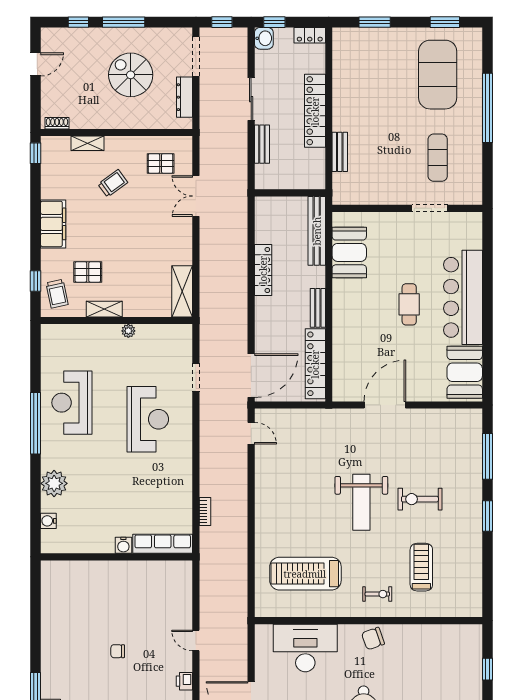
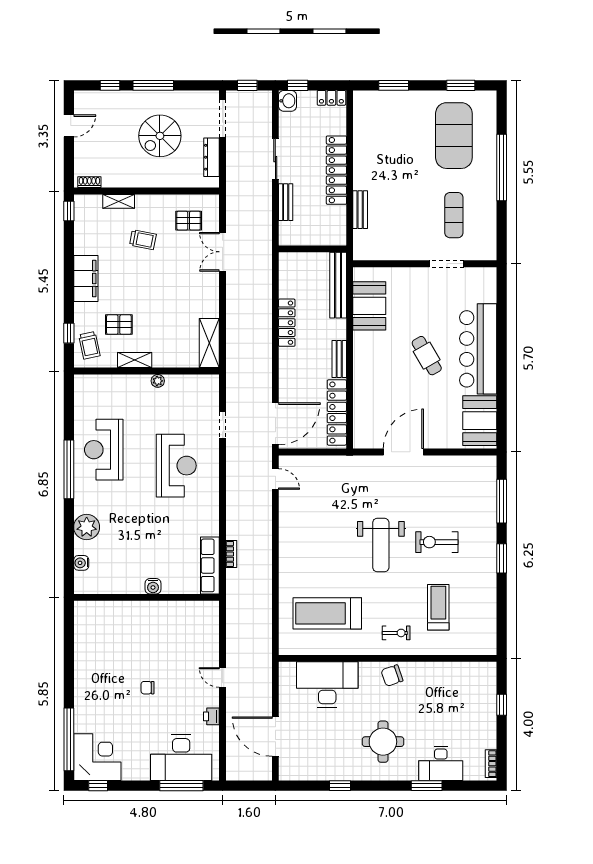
spiral stairs: (131, 75) -> (160, 136), turned -90
trolley: (113, 183) -> (143, 240), turned 47
cafe table: (409, 304) -> (427, 356), turned -30
row of seats: (163, 544) -> (210, 565), moved, turned -90

